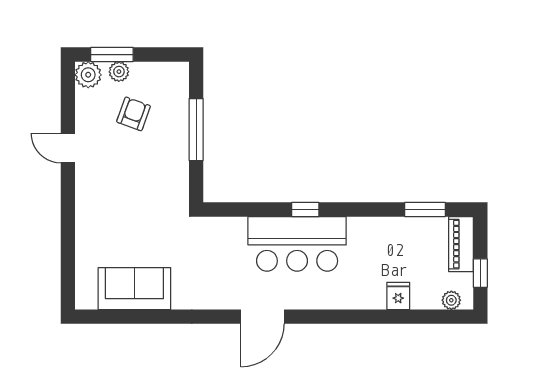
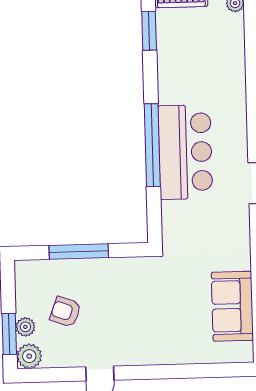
window: (305, 210) -> (152, 145), width x3.17
fridge: (398, 296) -> (232, 54), removed

